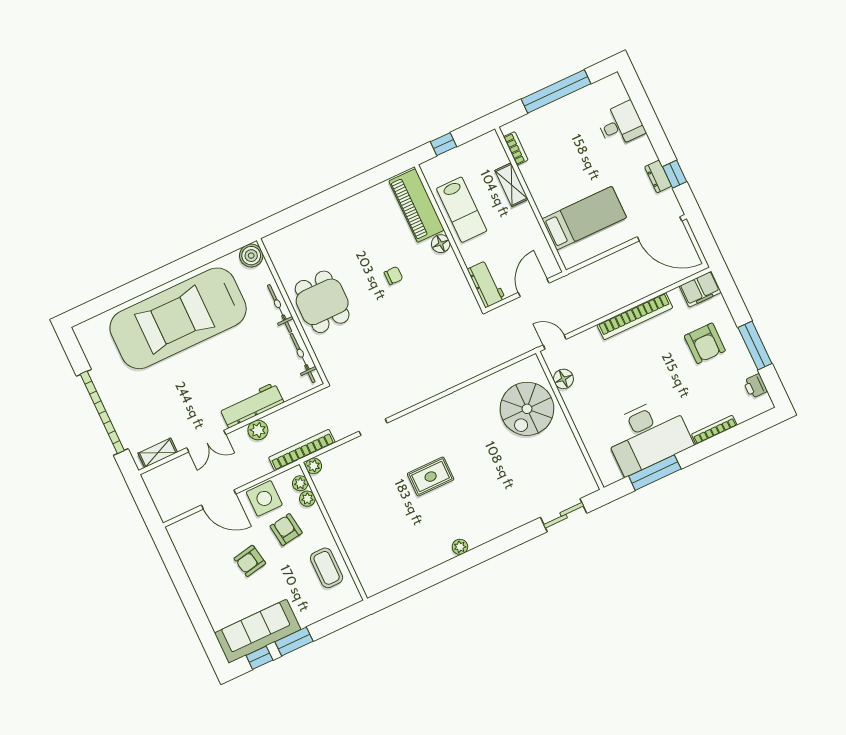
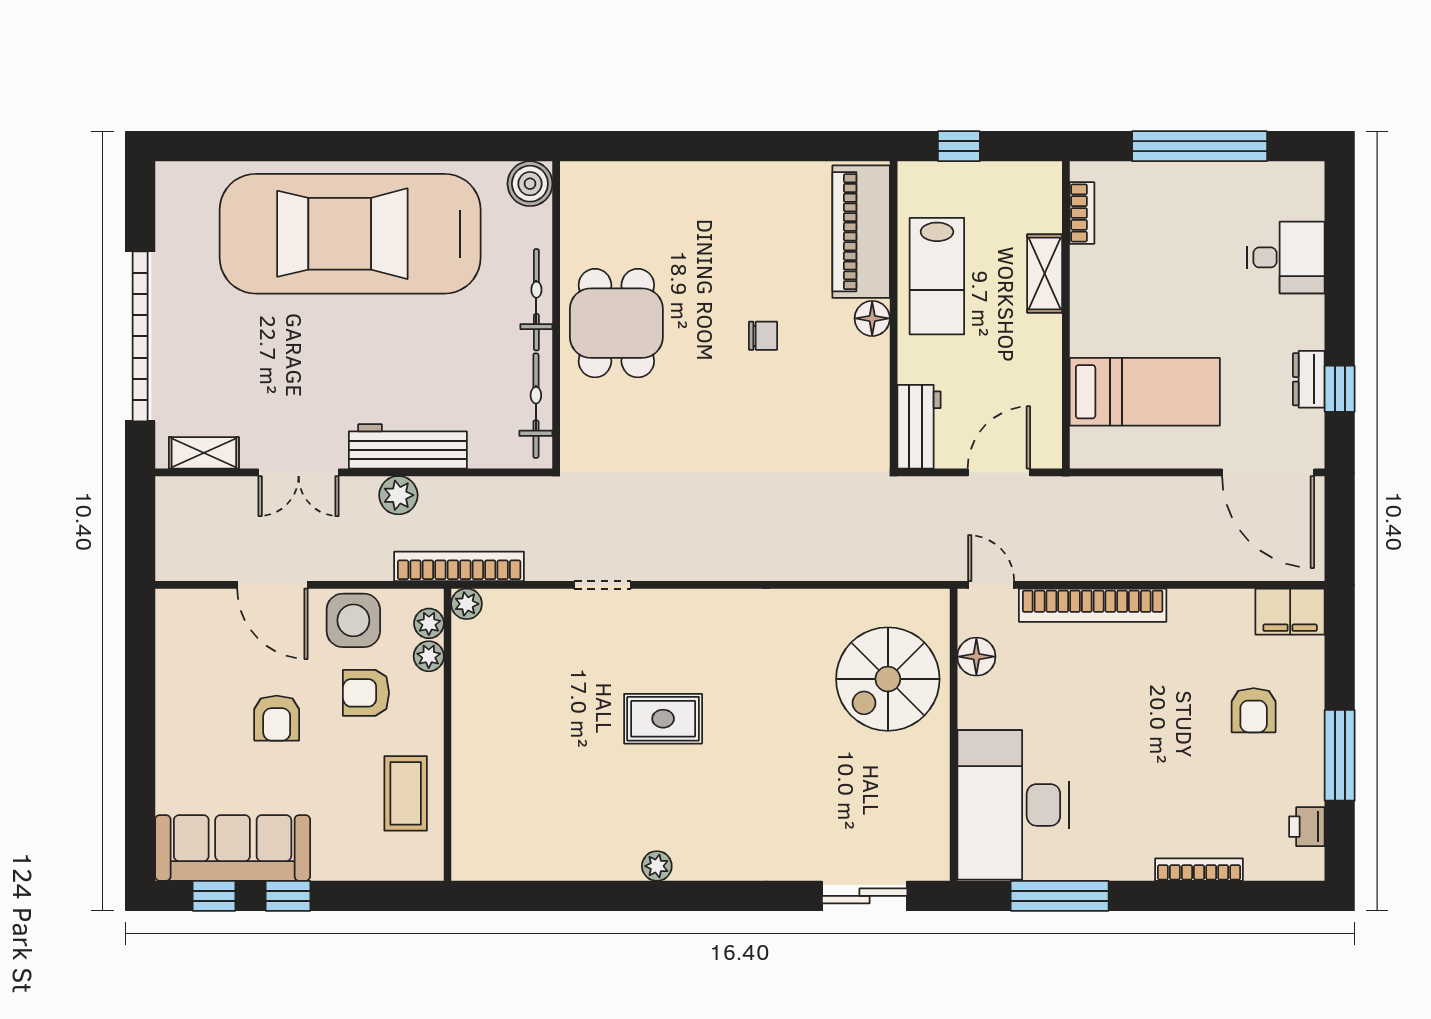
bookcase: (635, 316) -> (1093, 605), moved
armchair: (705, 343) -> (1254, 710), width x0.72, depth x0.72
desk: (648, 435) -> (1013, 805), moved, turned 90
armchair: (286, 530) -> (366, 693), turned -82
armchair: (250, 561) -> (277, 718), turned -79
window: (294, 642) -> (288, 896), width x0.67

